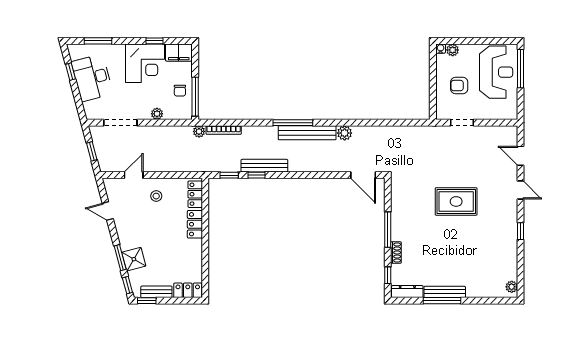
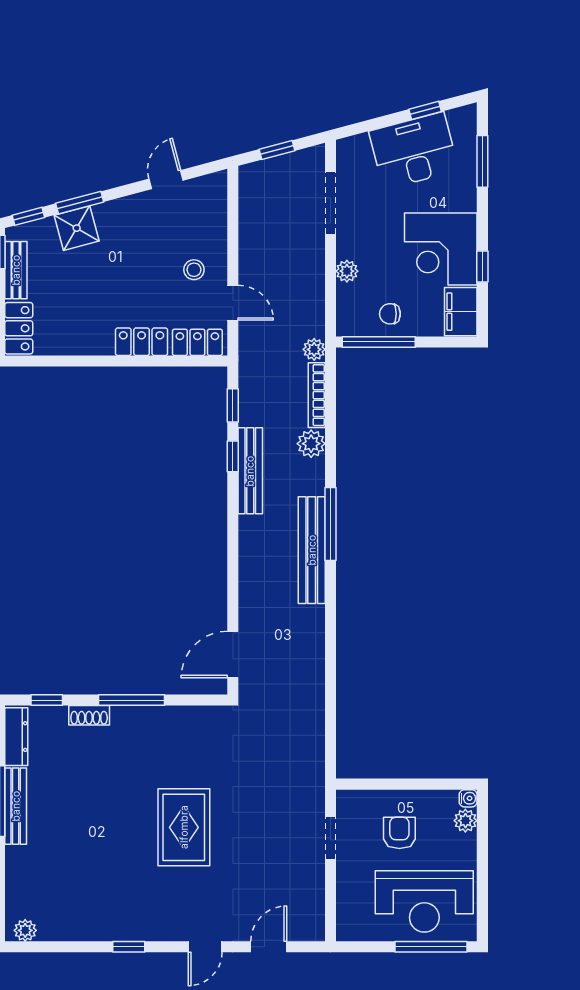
plant: (345, 133) -> (311, 444), moved
door: (134, 175) -> (233, 303), moved

